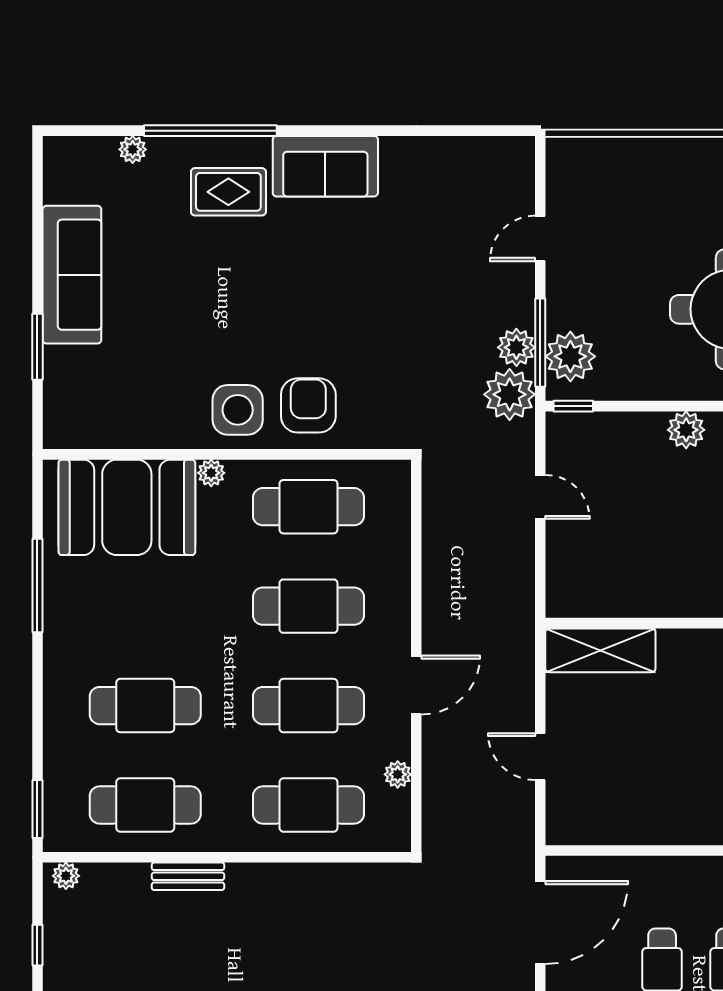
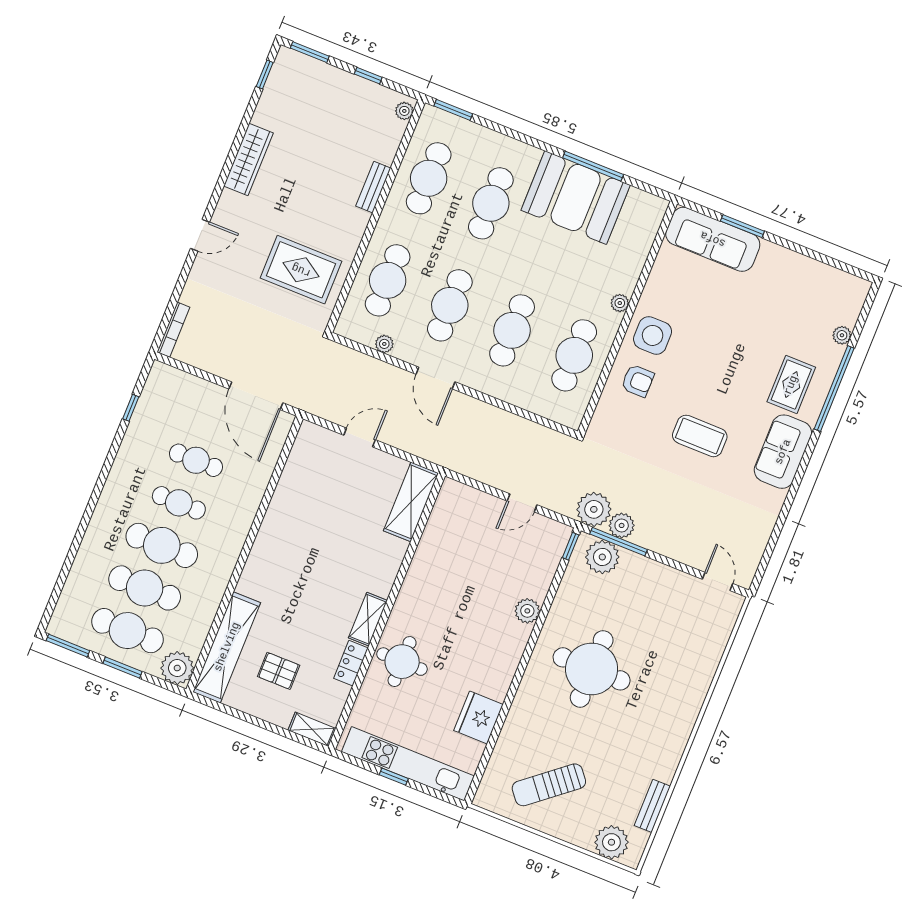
door: (540, 238) -> (718, 581), moved
sofa: (72, 275) -> (713, 239), moved
coffee table: (350, 289) -> (700, 436), added
armchair: (308, 405) -> (638, 381), width x0.72, depth x0.72
booth: (127, 507) -> (576, 198), moved, turned 90
rug: (342, 930) -> (301, 270), added

